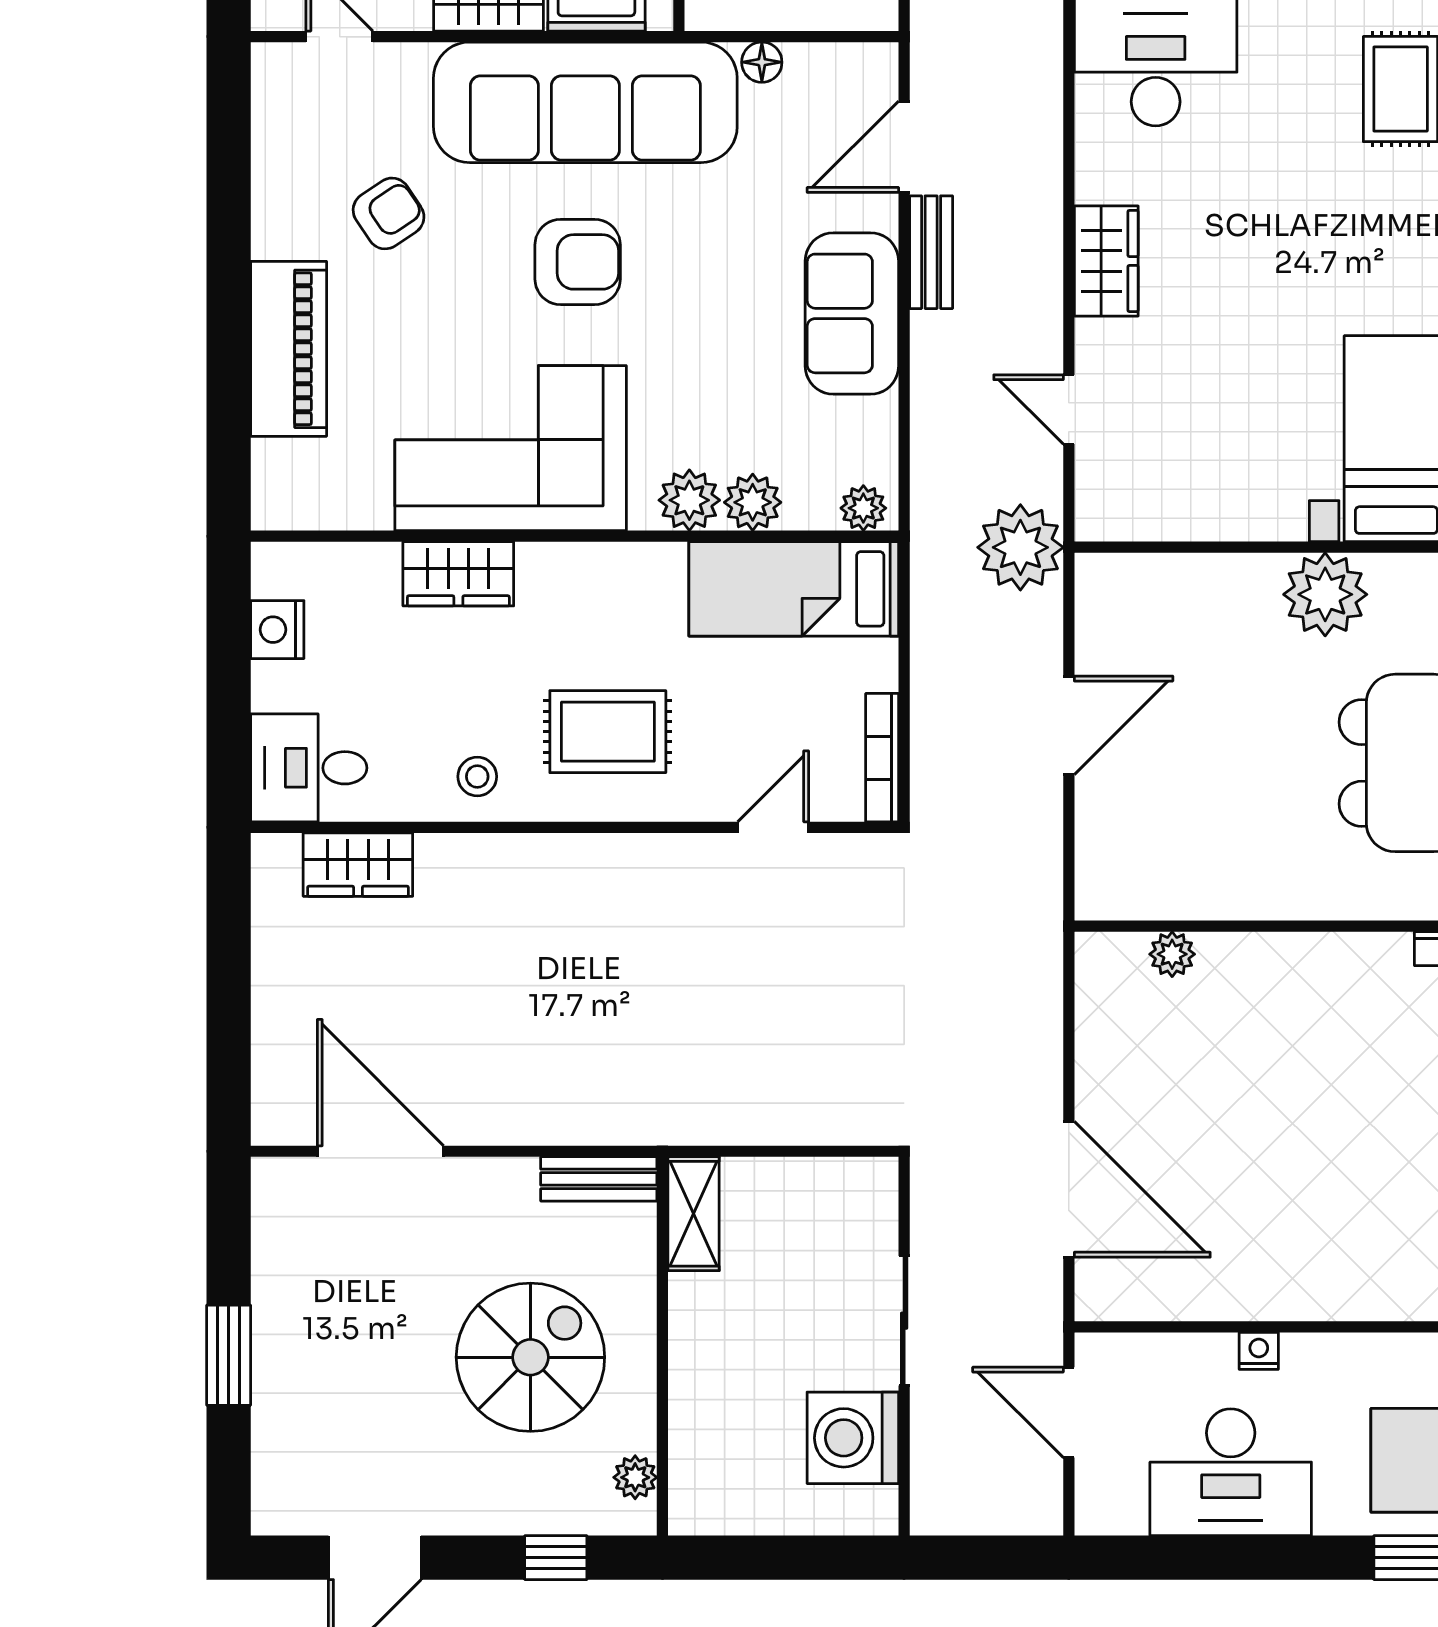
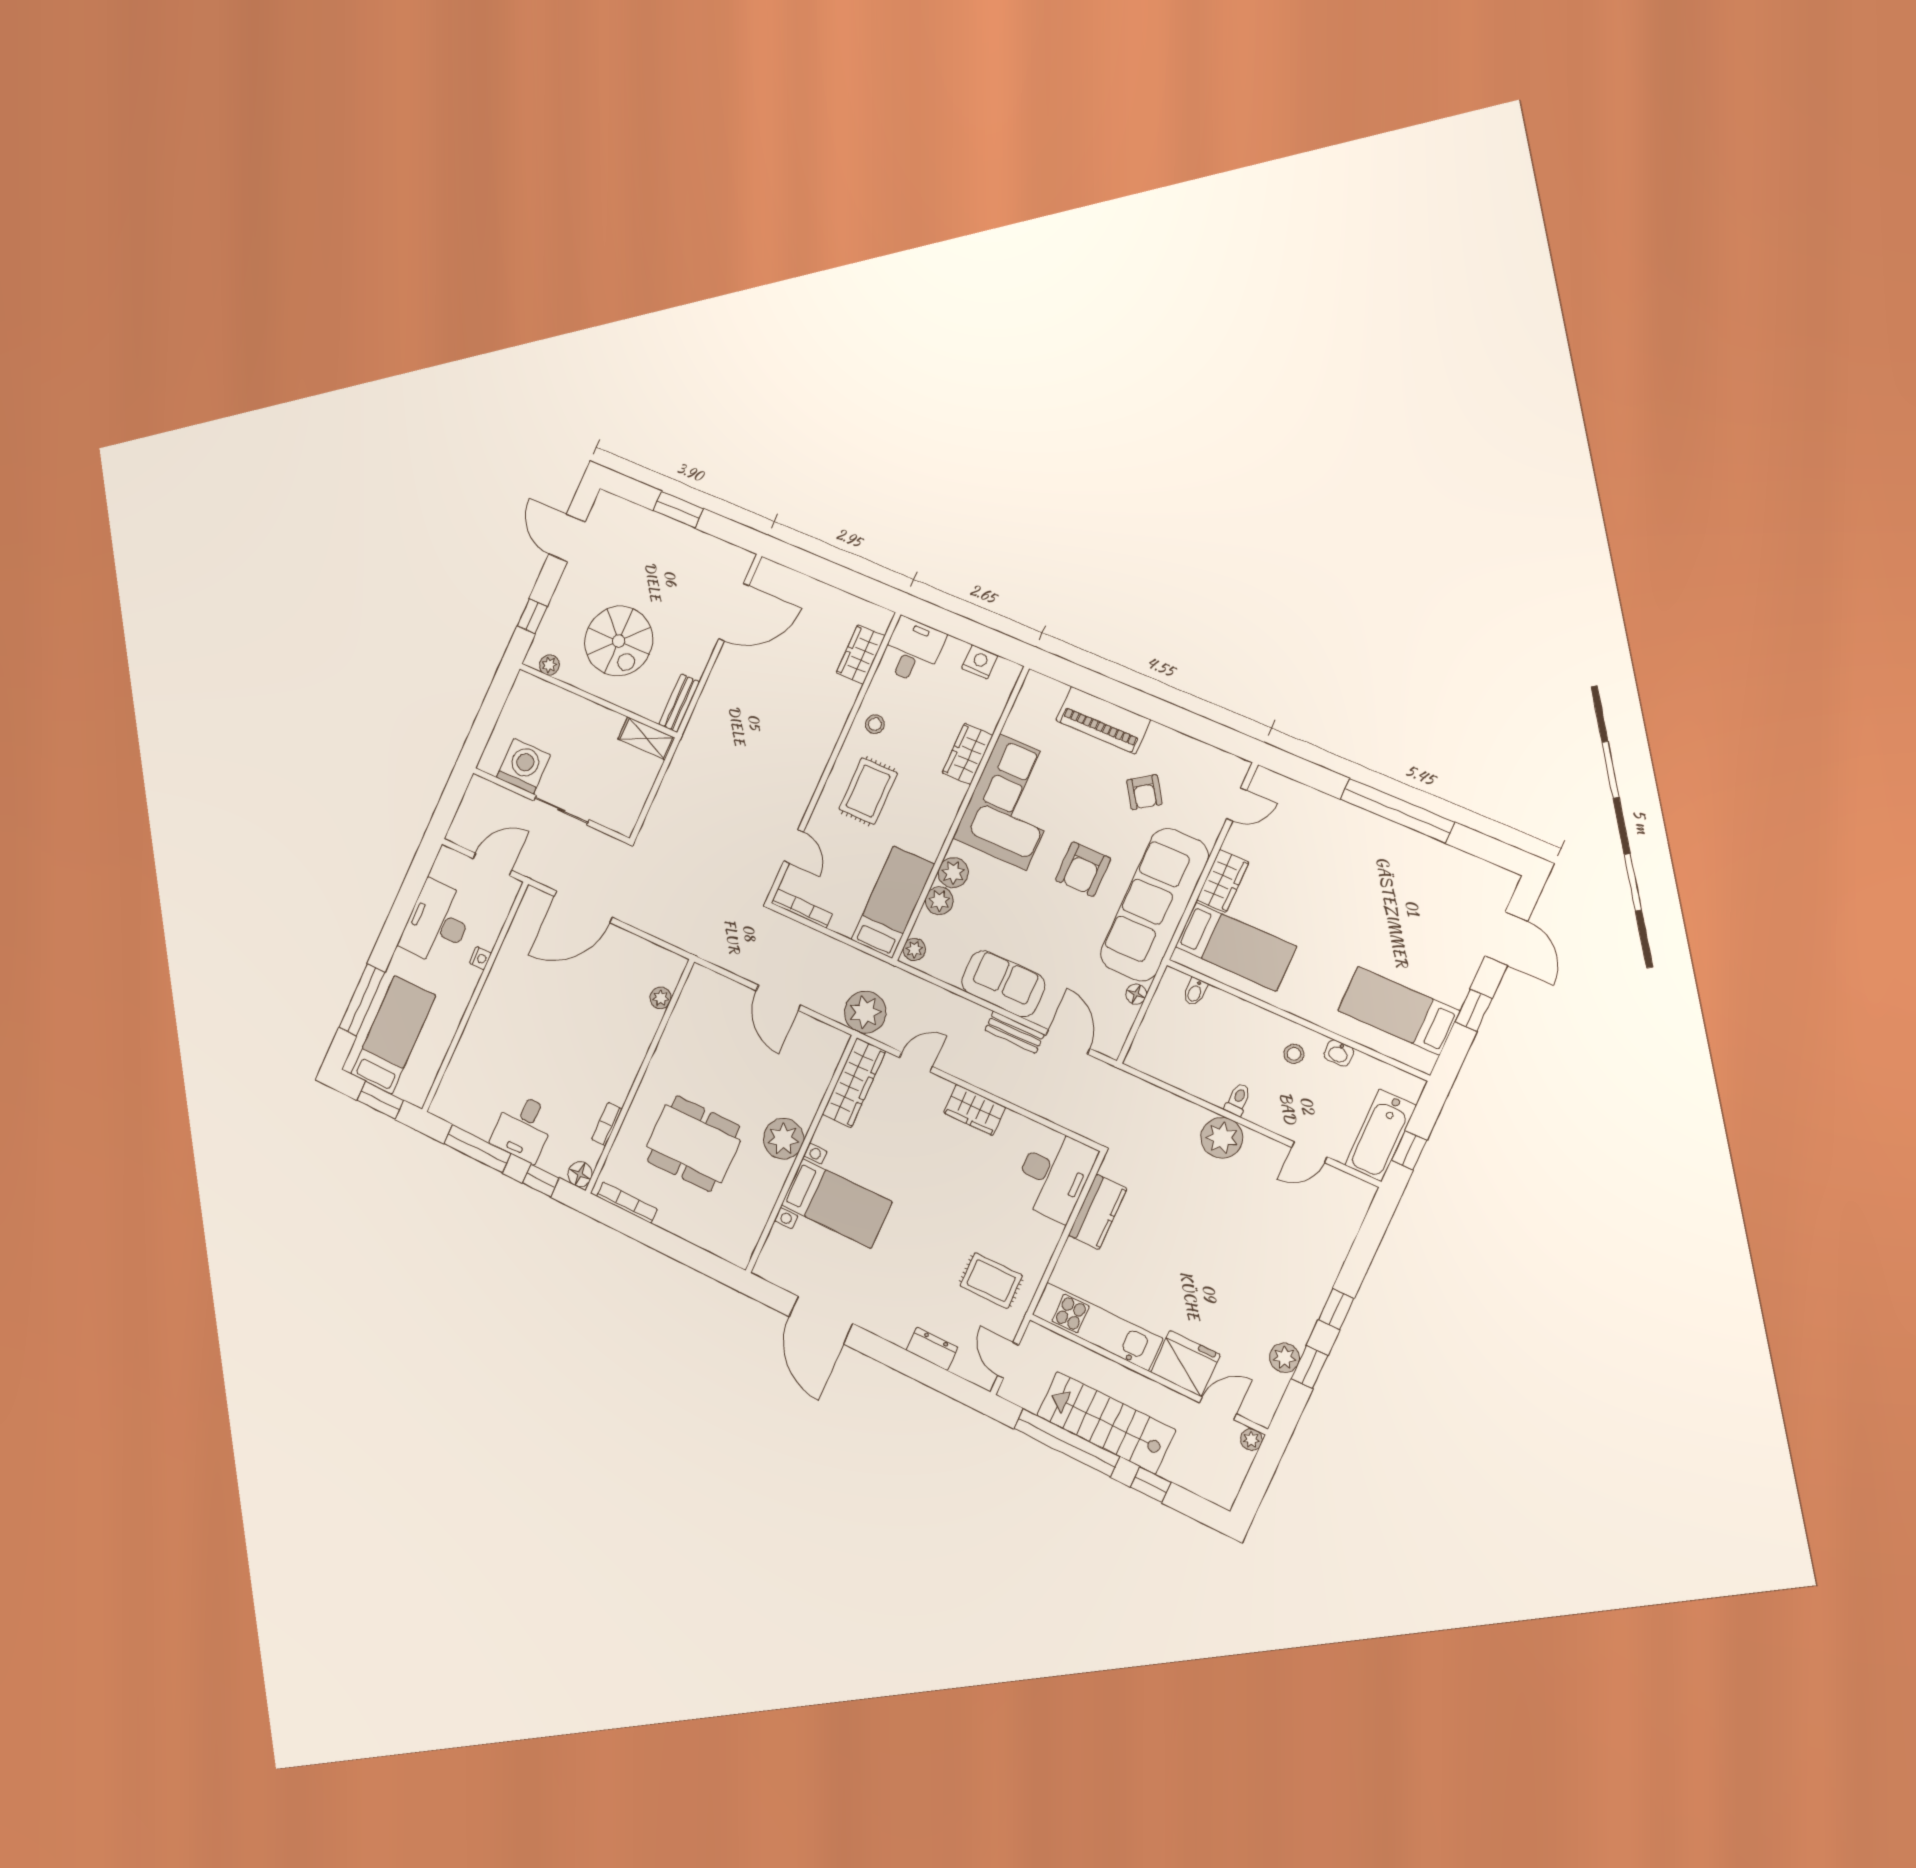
wardrobe: (1160, 509) -> (854, 1083), added

